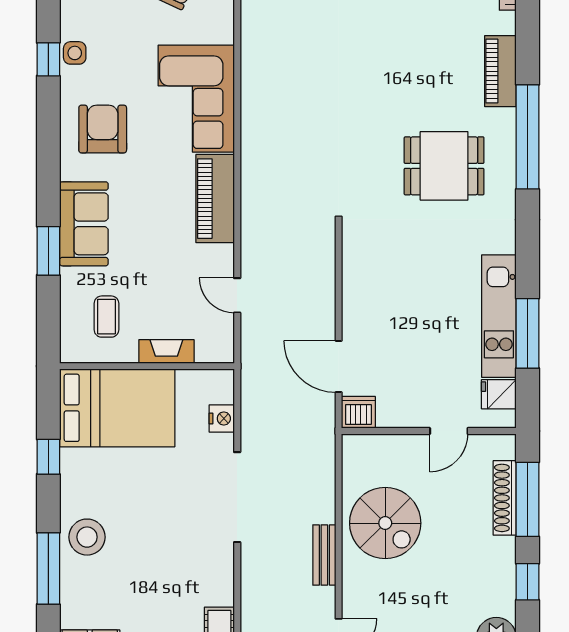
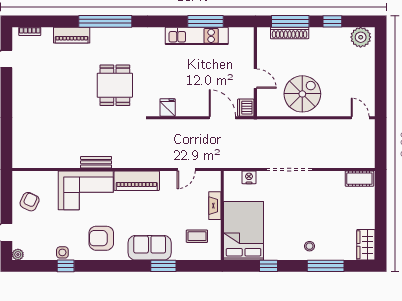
dining table: (444, 166) -> (115, 85), moved
door: (339, 366) -> (222, 118), swing flipped
fridge: (499, 394) -> (168, 107), moved, turned 180
door: (449, 431) -> (255, 79), moved
stool: (87, 537) -> (309, 246), width x0.53, depth x0.53
bench: (324, 555) -> (96, 162), moved

